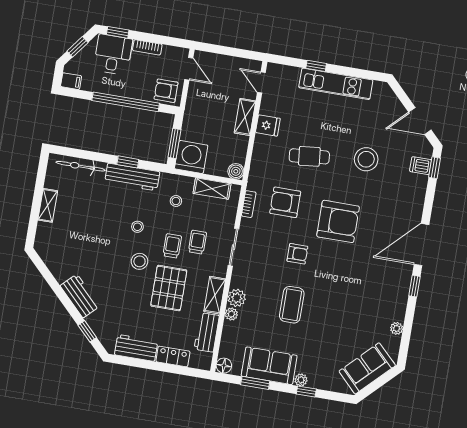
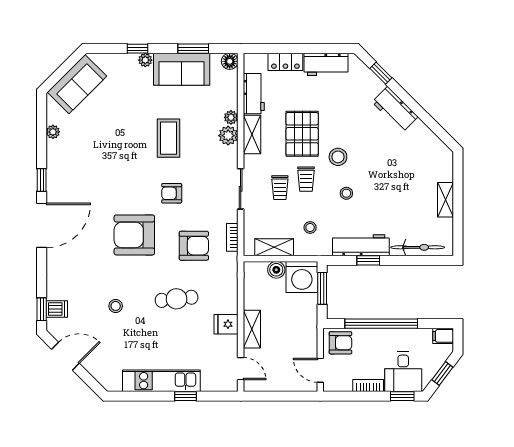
stool: (366, 159) -> (116, 306), width x0.53, depth x0.53
boiler: (236, 171) -> (276, 270), moved

